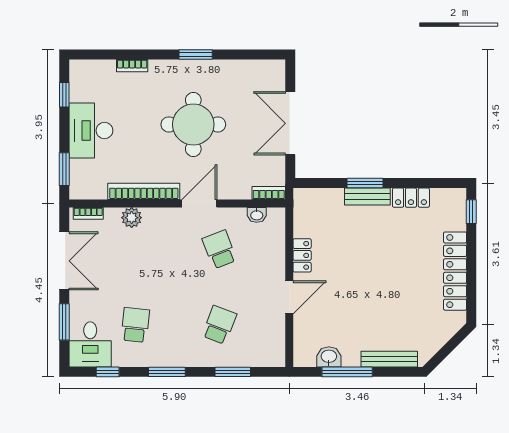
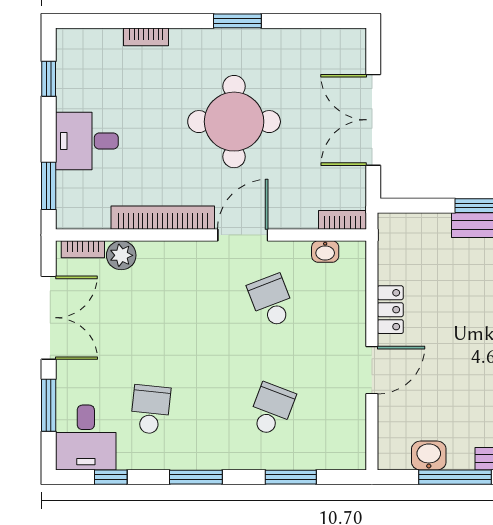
desk: (91, 131) -> (87, 141), width x0.73
plant: (132, 218) -> (121, 255), moved

